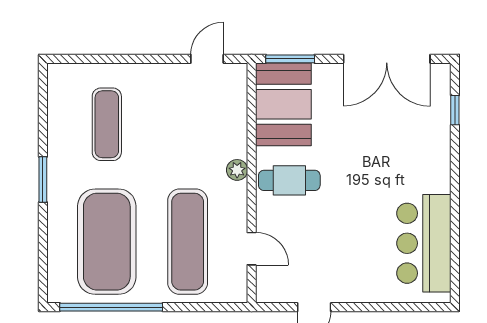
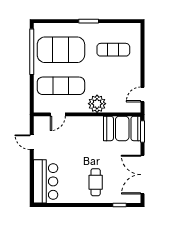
door: (207, 59) -> (142, 94), swing flipped
plant: (237, 170) -> (97, 104), width x1.88, depth x1.88
cafe table: (289, 180) -> (96, 182), moved
bar counter: (424, 243) -> (46, 181), moved, turned 90

